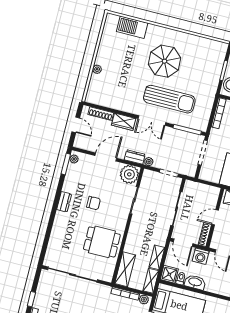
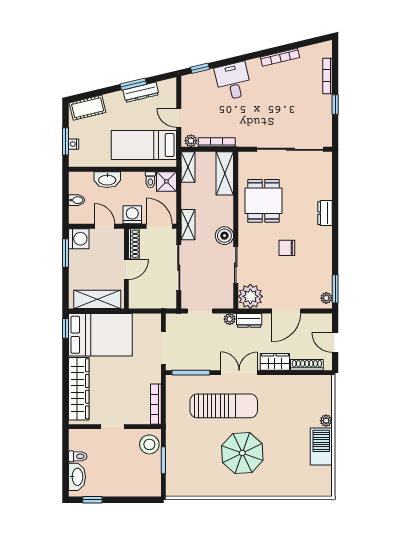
barbecue: (132, 27) -> (321, 446), moved, turned -90
sun lounger: (169, 99) -> (224, 406), turned 180
dresser: (64, 202) -> (325, 213), moved
boiler: (137, 224) -> (224, 236), added
dining table: (102, 242) -> (263, 201), turned 90
shelving: (157, 257) -> (188, 225), moved
washbasin: (195, 282) -> (107, 180), moved

